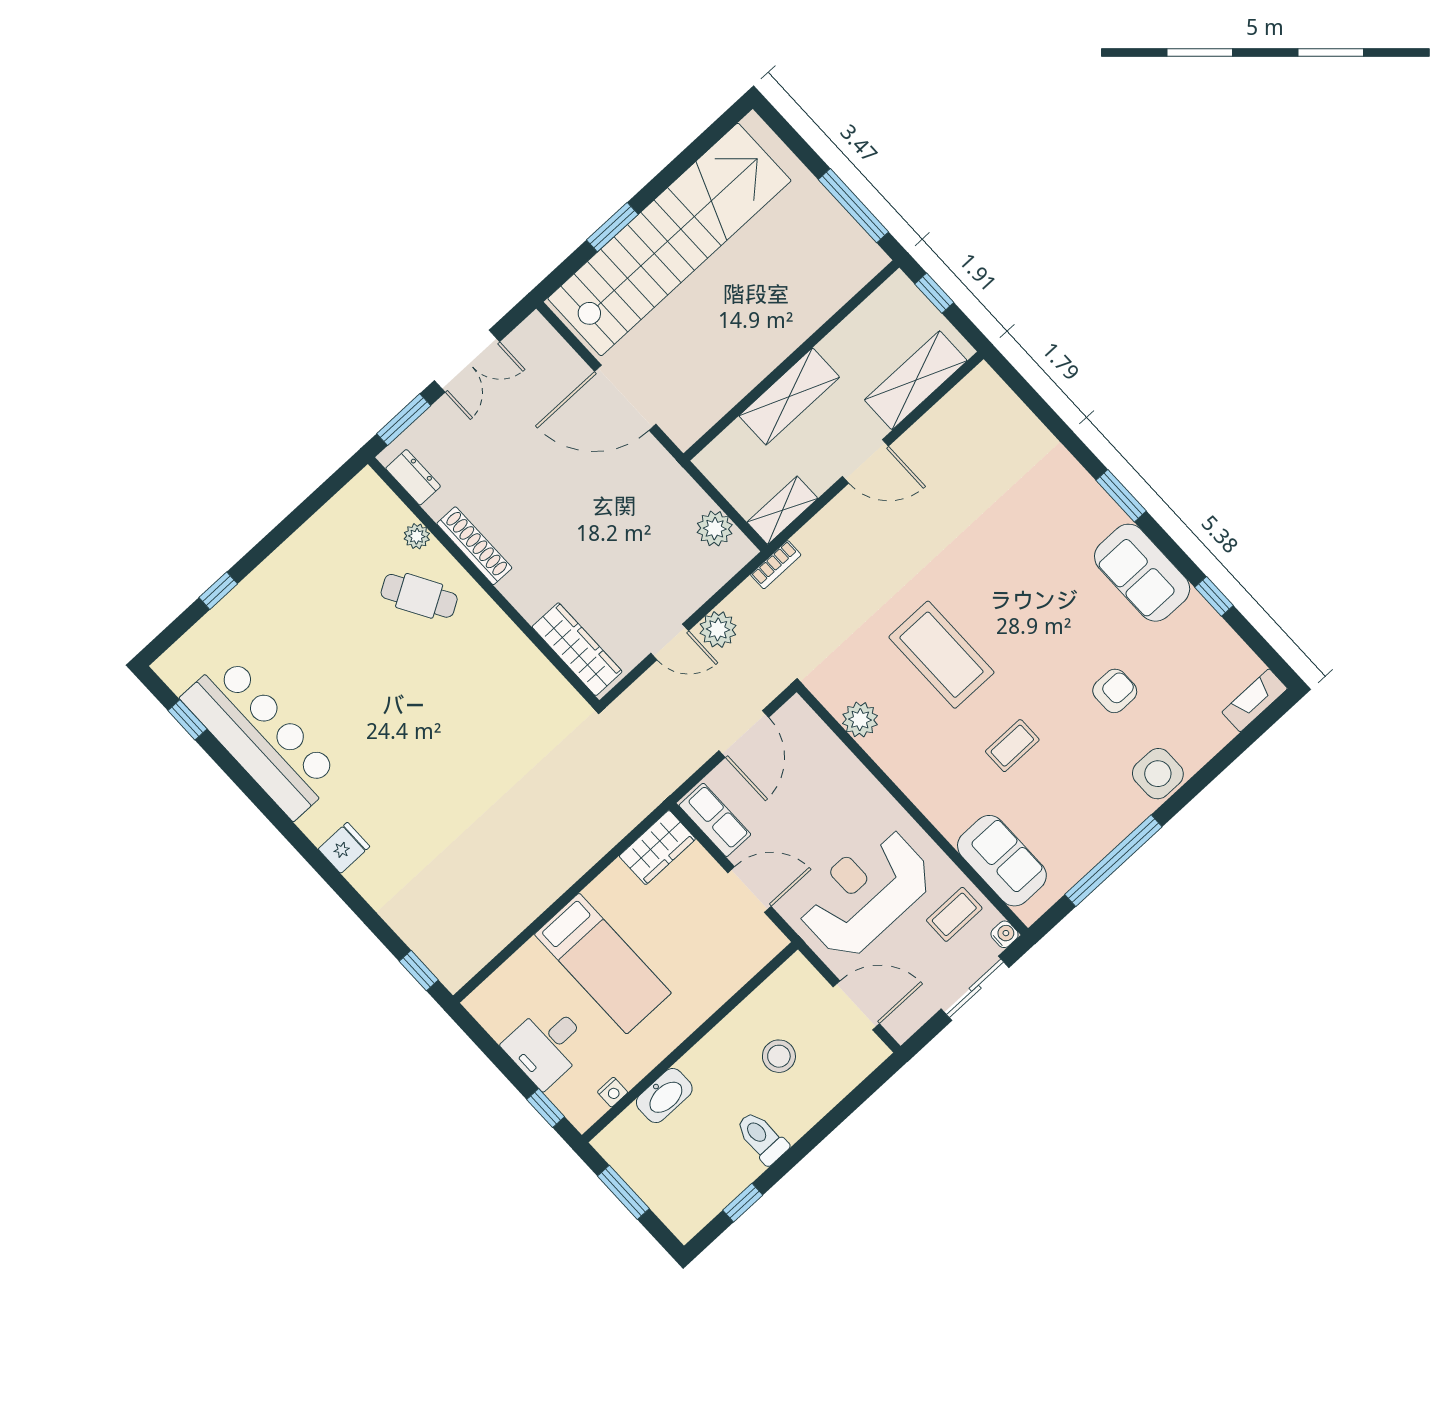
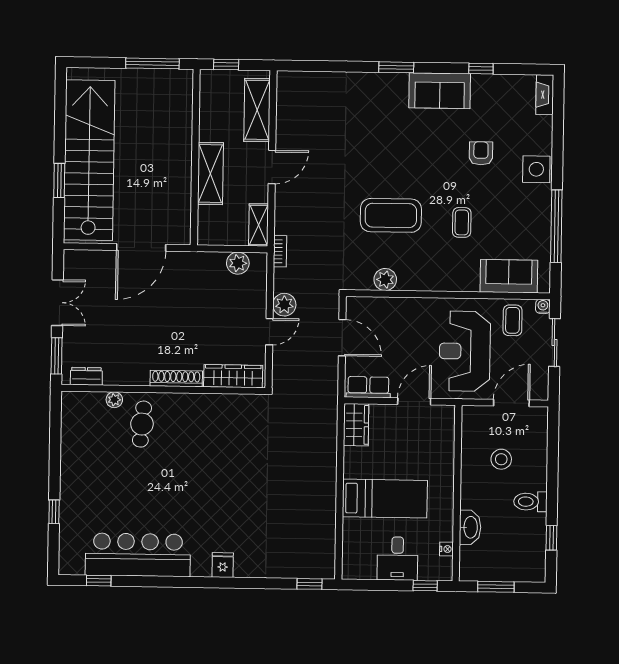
shoe rack: (474, 546) -> (176, 379), moved
cafe table: (419, 596) -> (142, 424), turned -55

